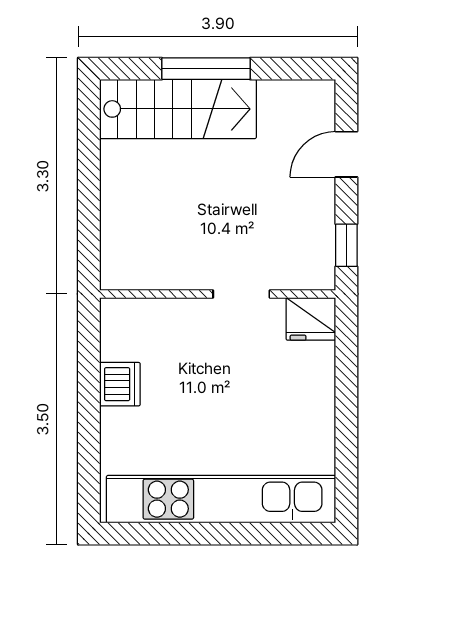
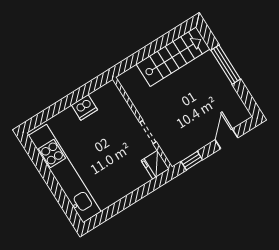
stairs: (178, 109) -> (173, 57), moved, turned -90
door: (346, 154) -> (227, 139), hinge flipped

